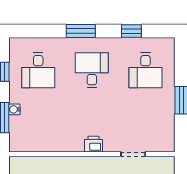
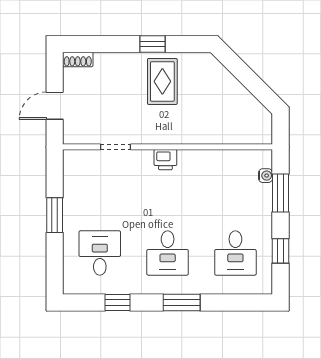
desk: (38, 70) -> (235, 253), turned 180
water cooler: (14, 109) -> (266, 176), moved

